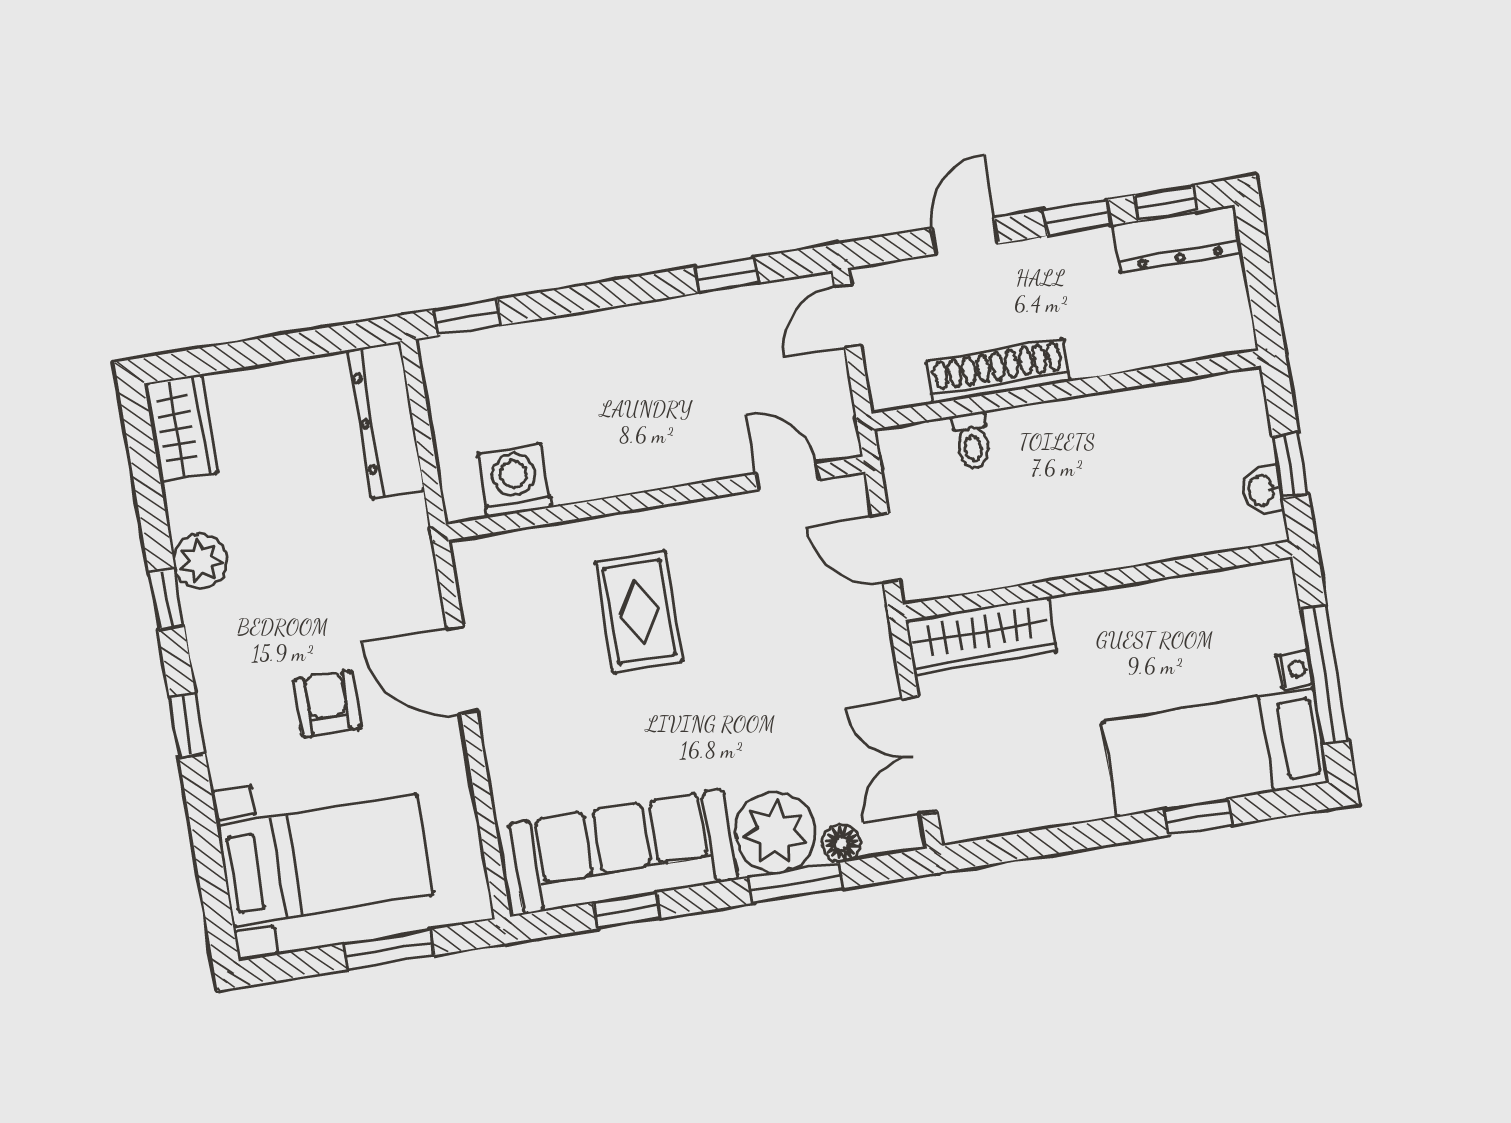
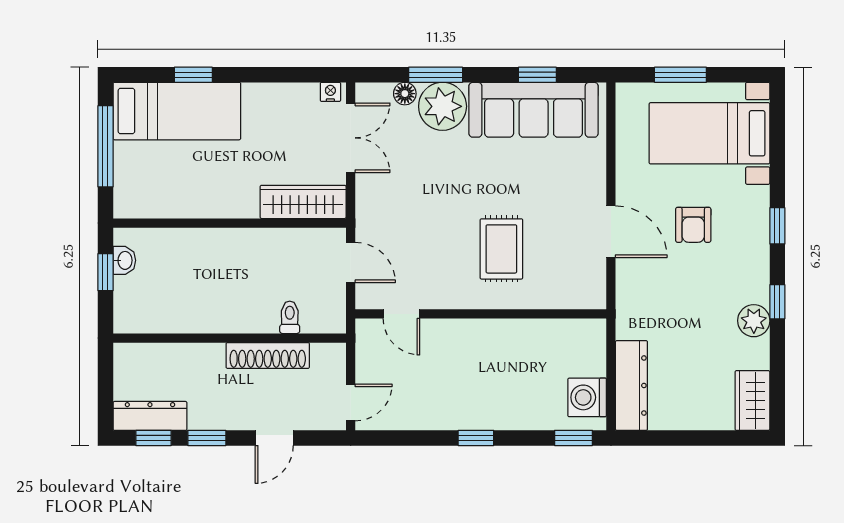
window: (727, 275) -> (476, 438), moved
washing machine: (514, 481) -> (587, 397), moved, turned 90
nightstand: (1294, 669) -> (330, 92), moved, turned 90

